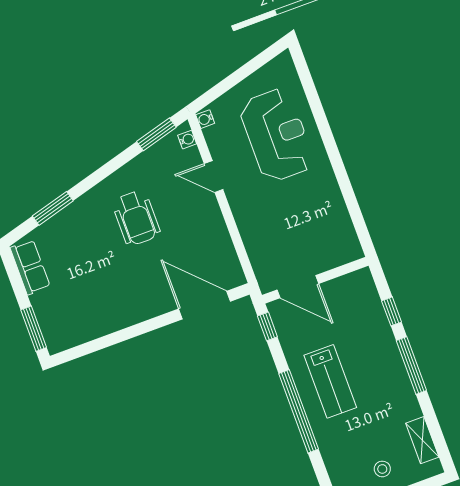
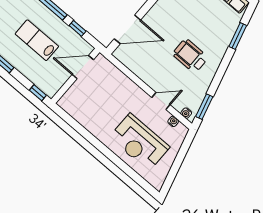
water cooler: (205, 119) -> (173, 121), moved
window: (392, 311) -> (38, 93), moved
window: (267, 326) -> (78, 28), moved
lab bench: (330, 381) -> (37, 40), moved

